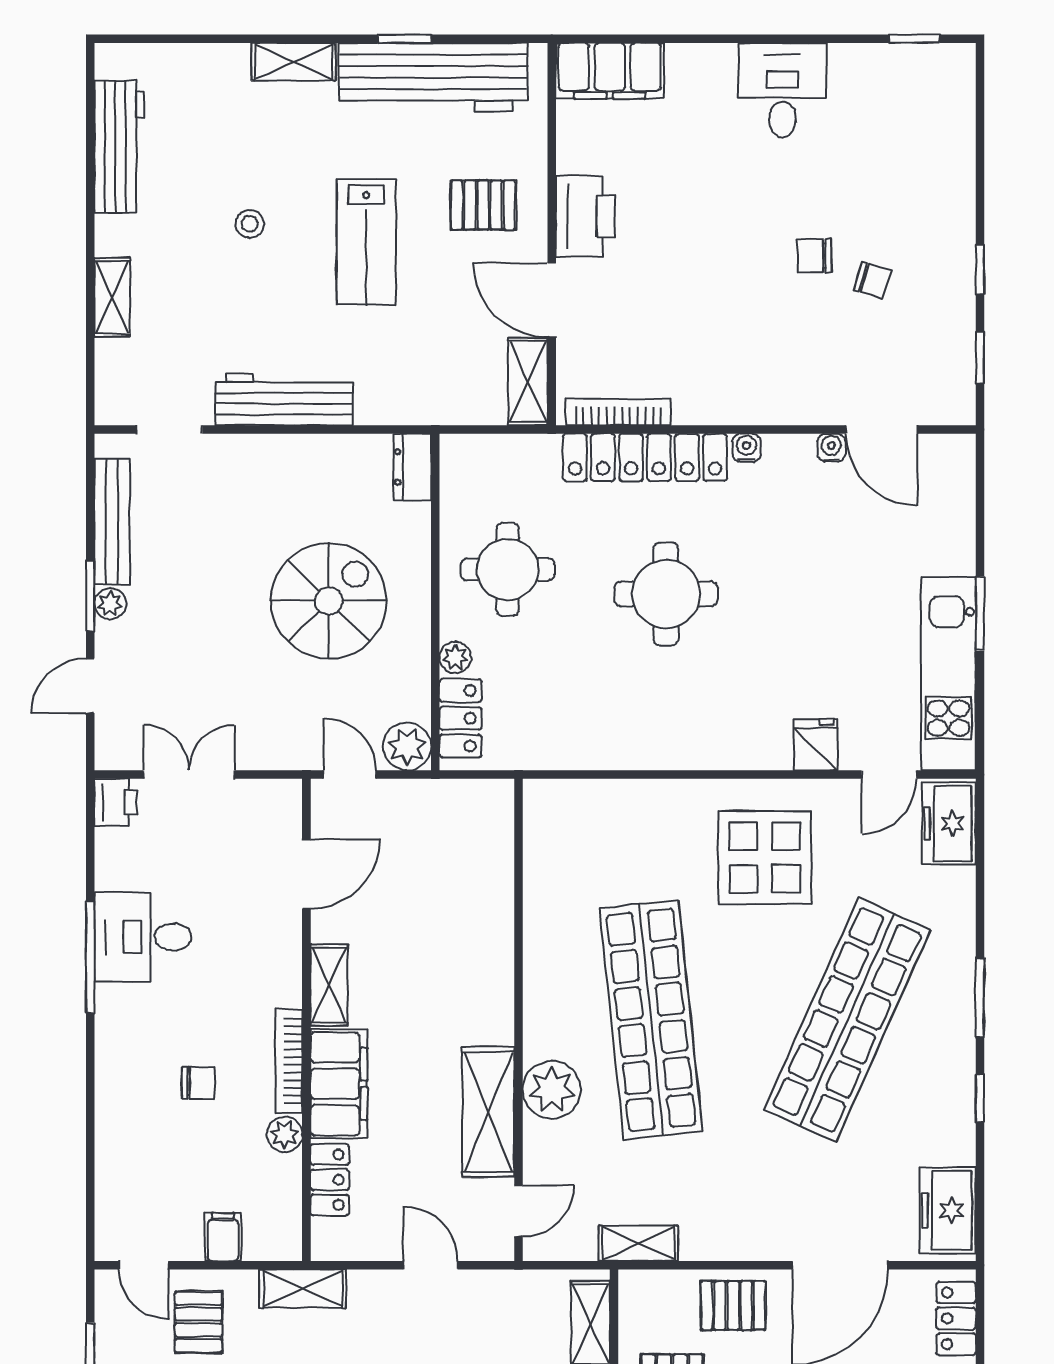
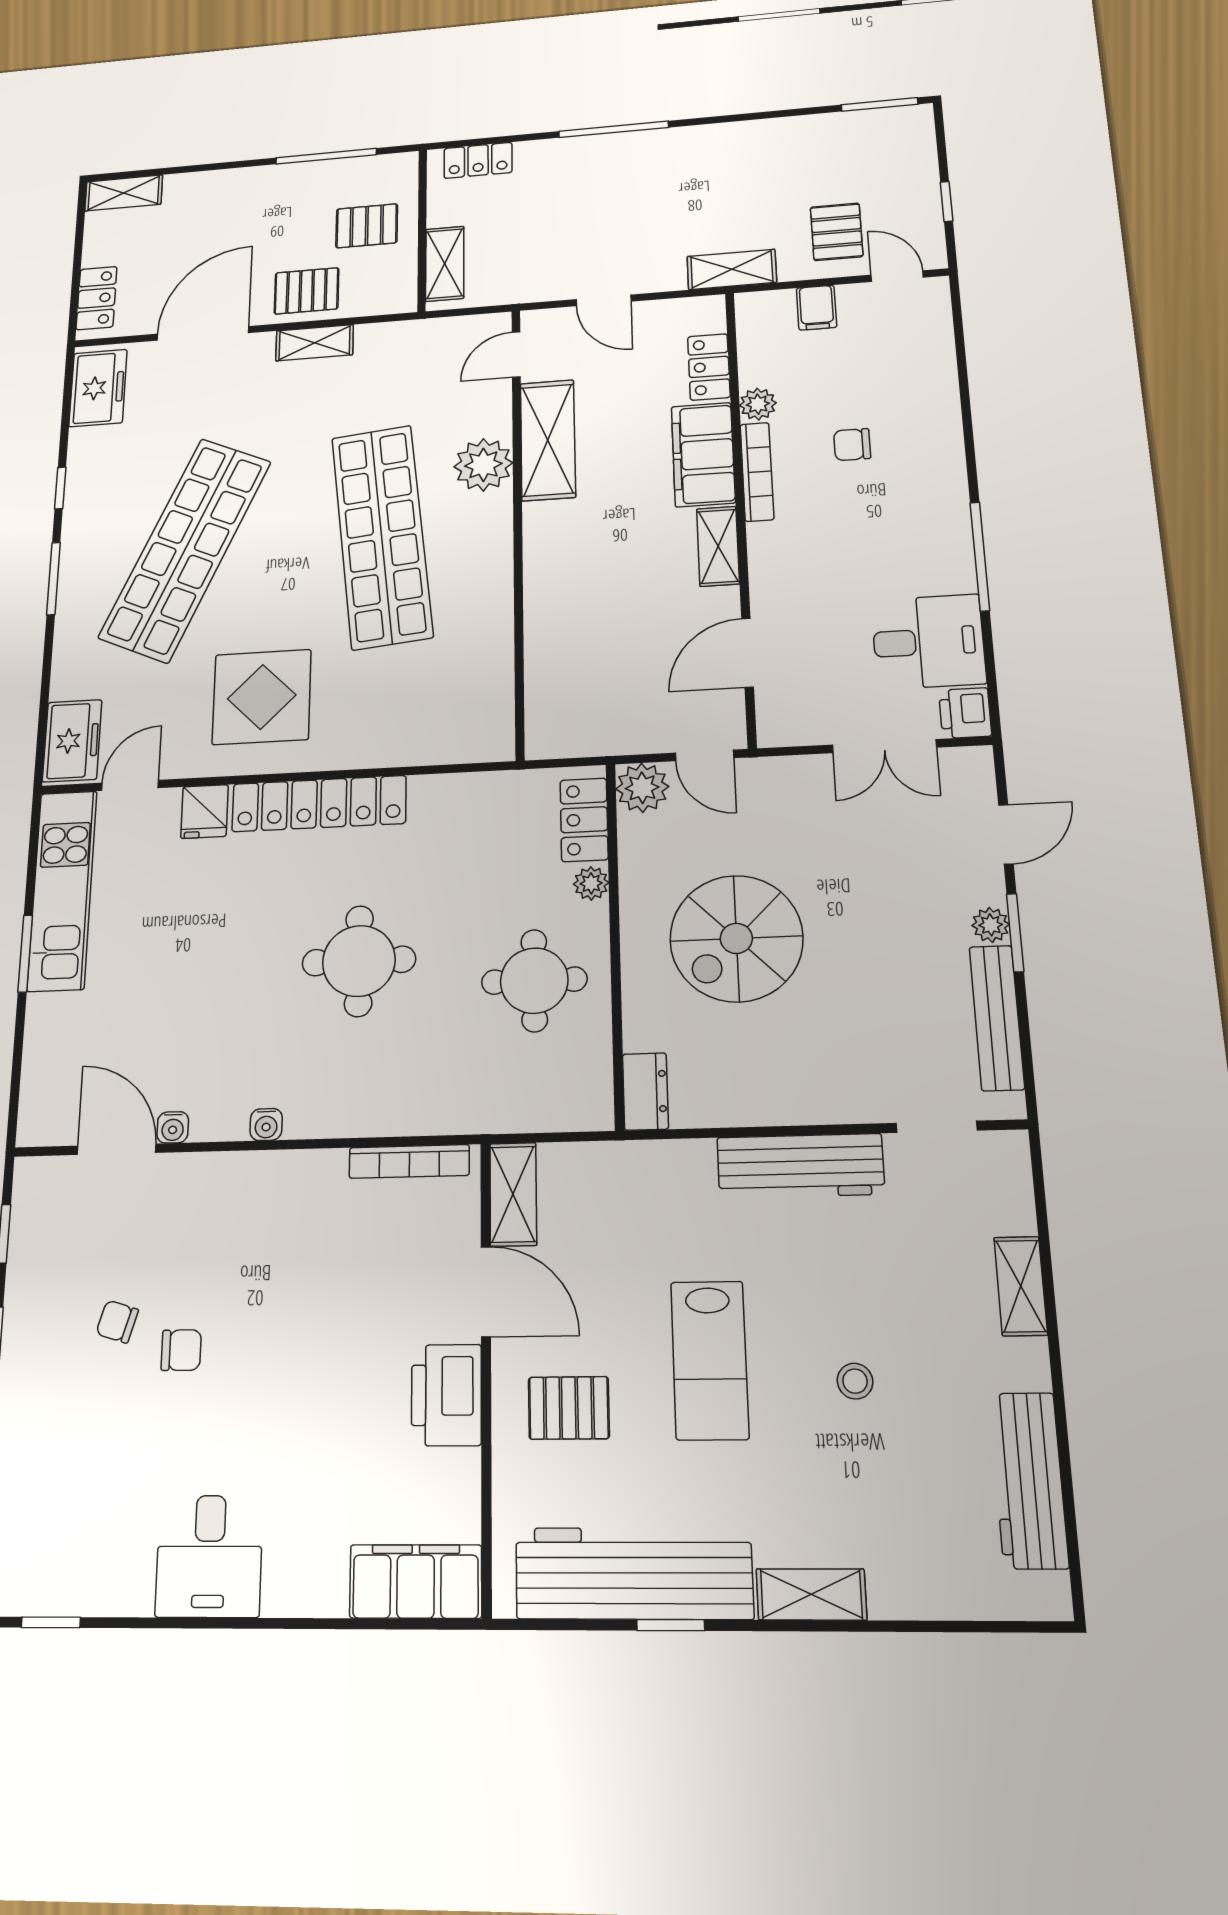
lab bench: (366, 242) -> (710, 1360), turned 180
locker: (645, 457) -> (319, 804), moved, turned 180
desk: (143, 937) -> (928, 642), moved
shelving: (638, 1243) -> (314, 343), moved

